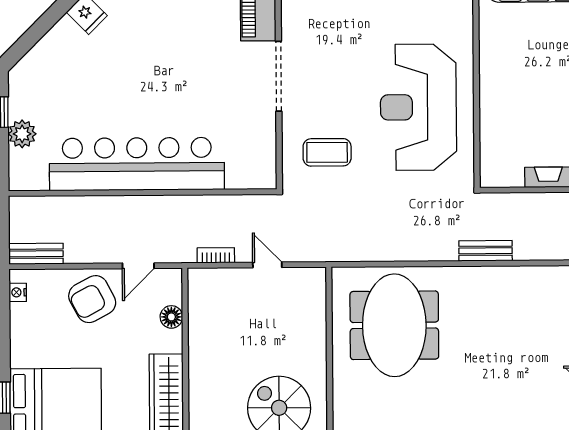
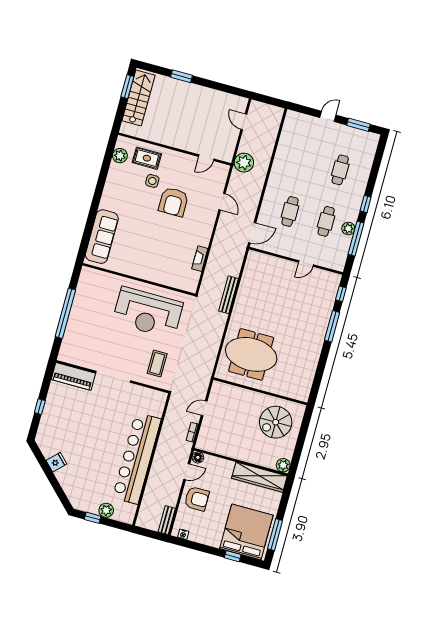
bench: (486, 251) -> (228, 295), width x1.36
door: (138, 266) -> (187, 472), hinge flipped
armchair: (92, 299) -> (197, 499), turned -62
floor lamp: (171, 317) -> (198, 457), moved

